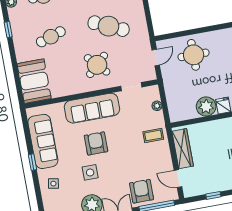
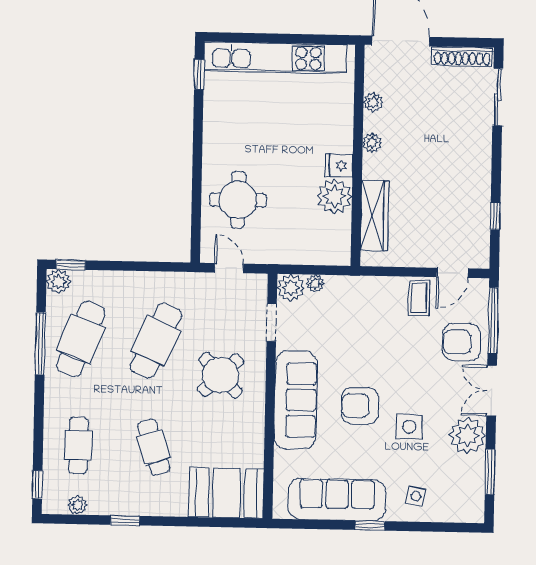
plant: (152, 93) -> (291, 288), added
coffee table: (153, 135) -> (419, 298), moved
wardrobe: (183, 149) -> (374, 216), moved, turned 90

